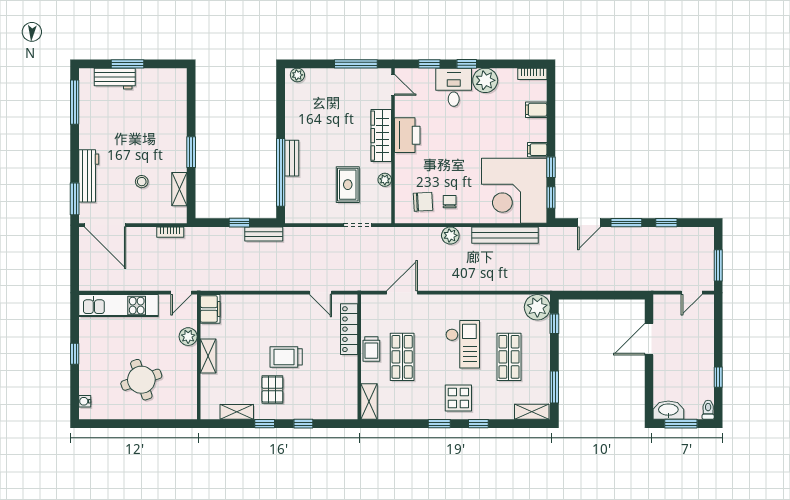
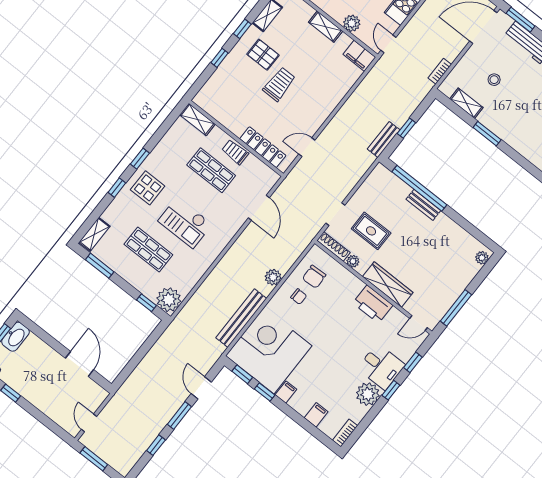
shoe rack: (385, 206) -> (333, 246), added

